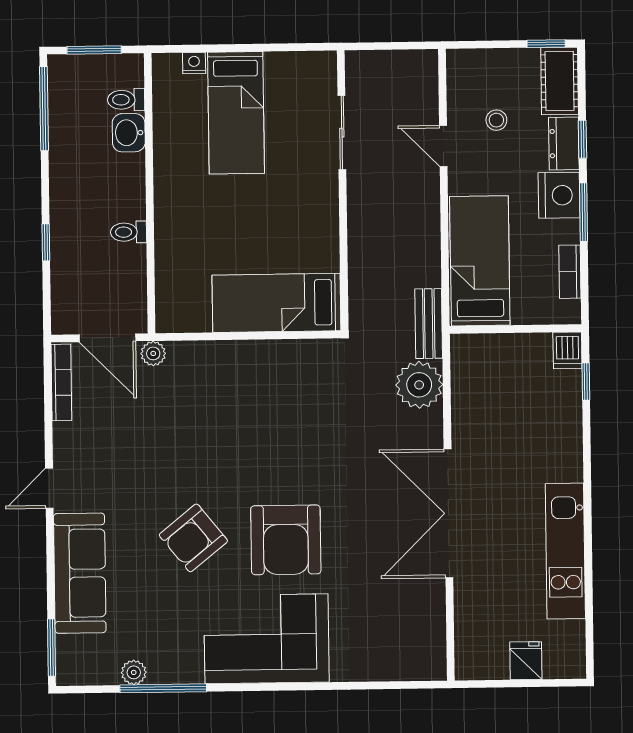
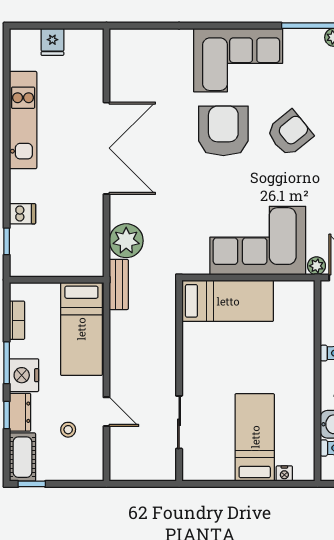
dishwasher: (567, 350) -> (22, 214), moved, turned 90
corner sofa: (236, 388) -> (258, 241), added

